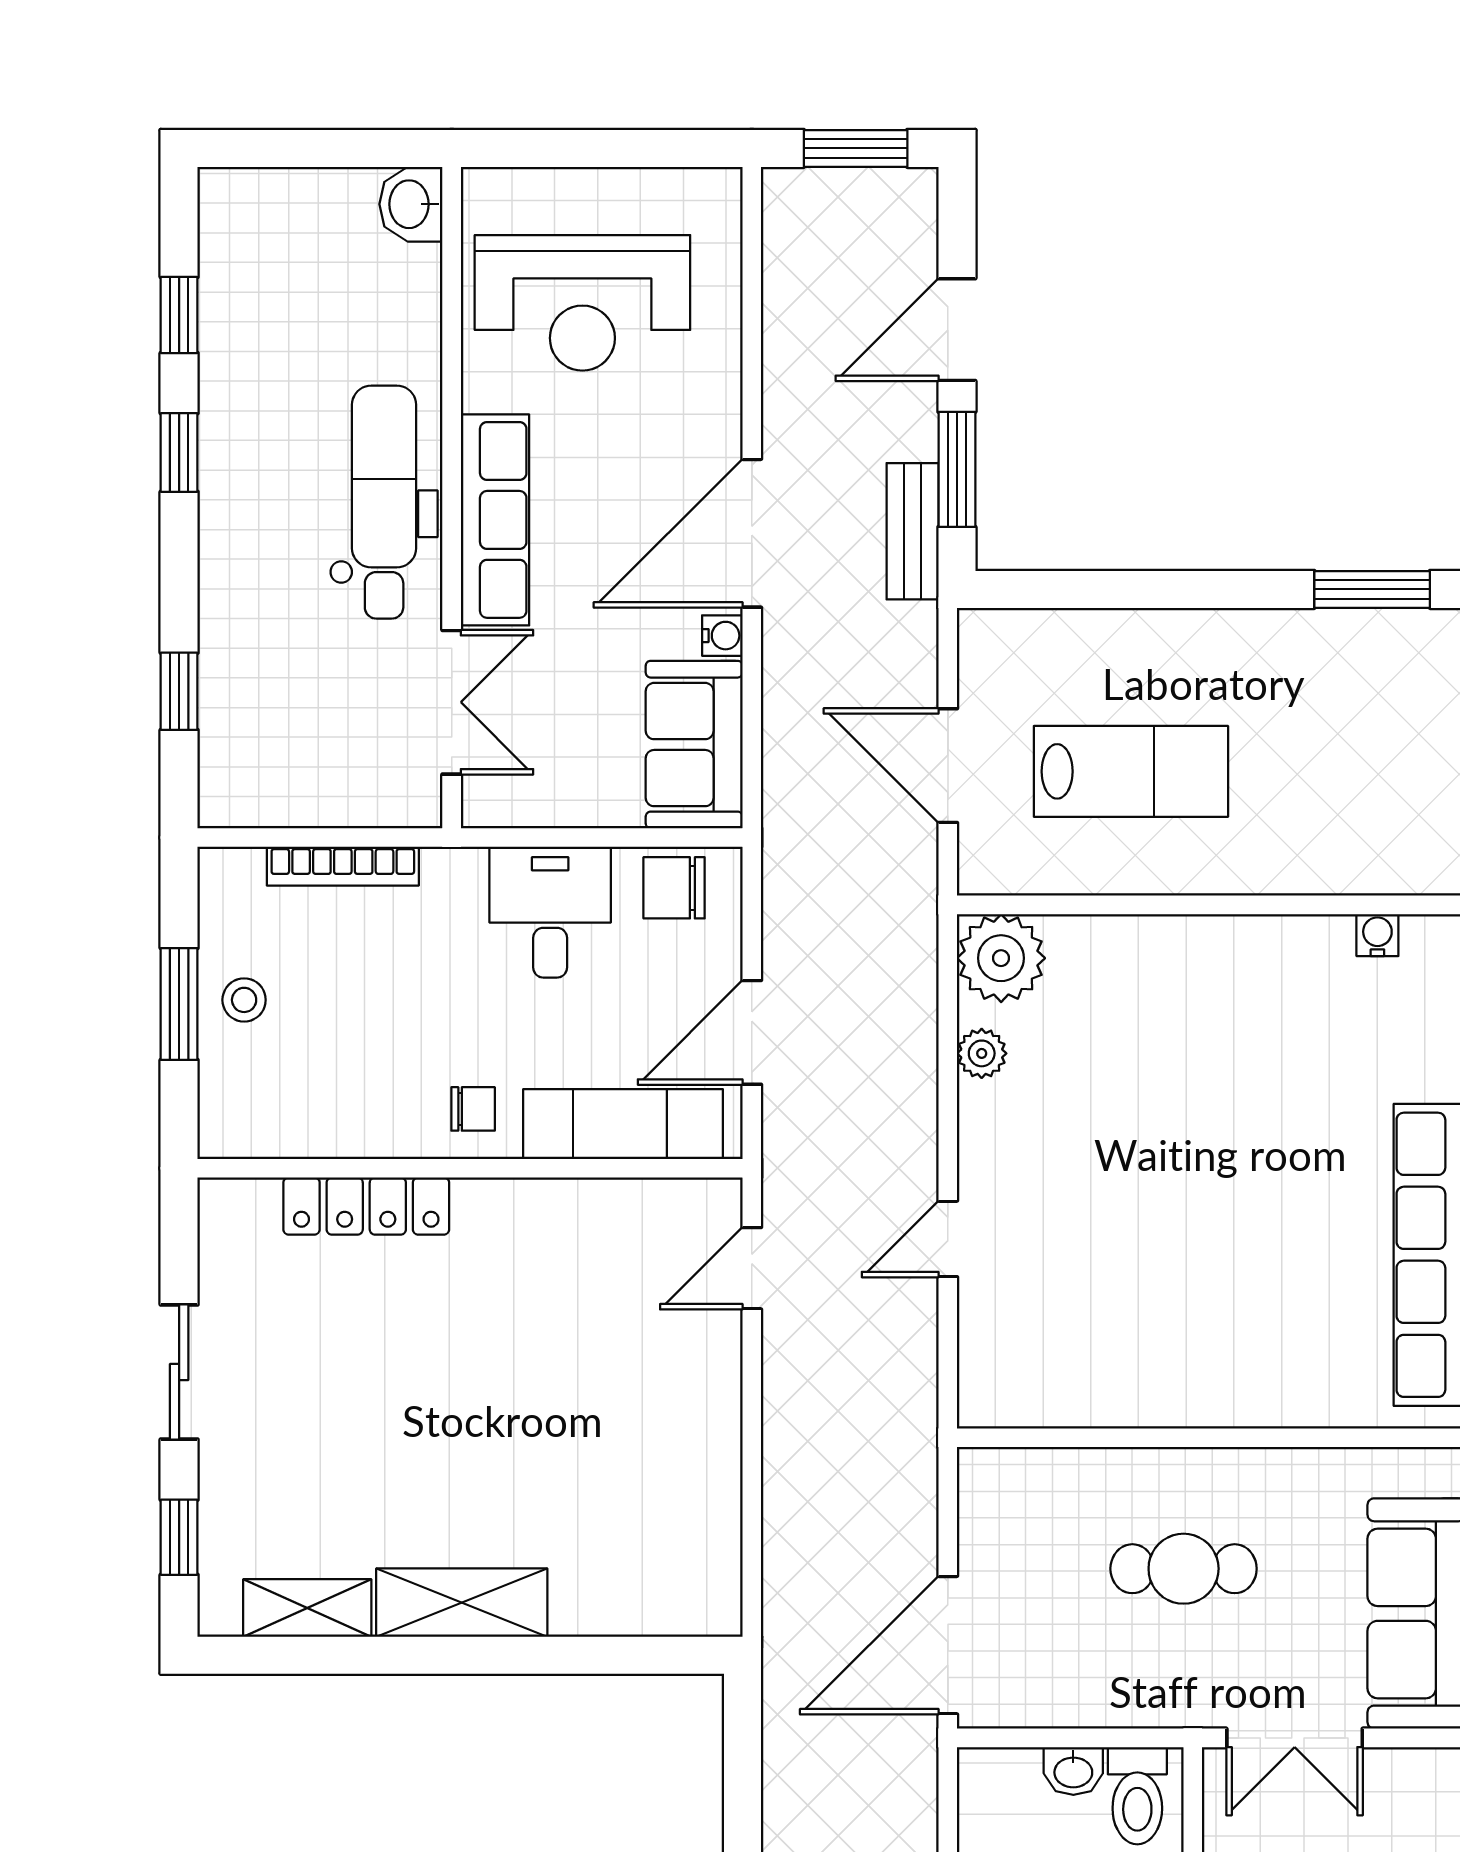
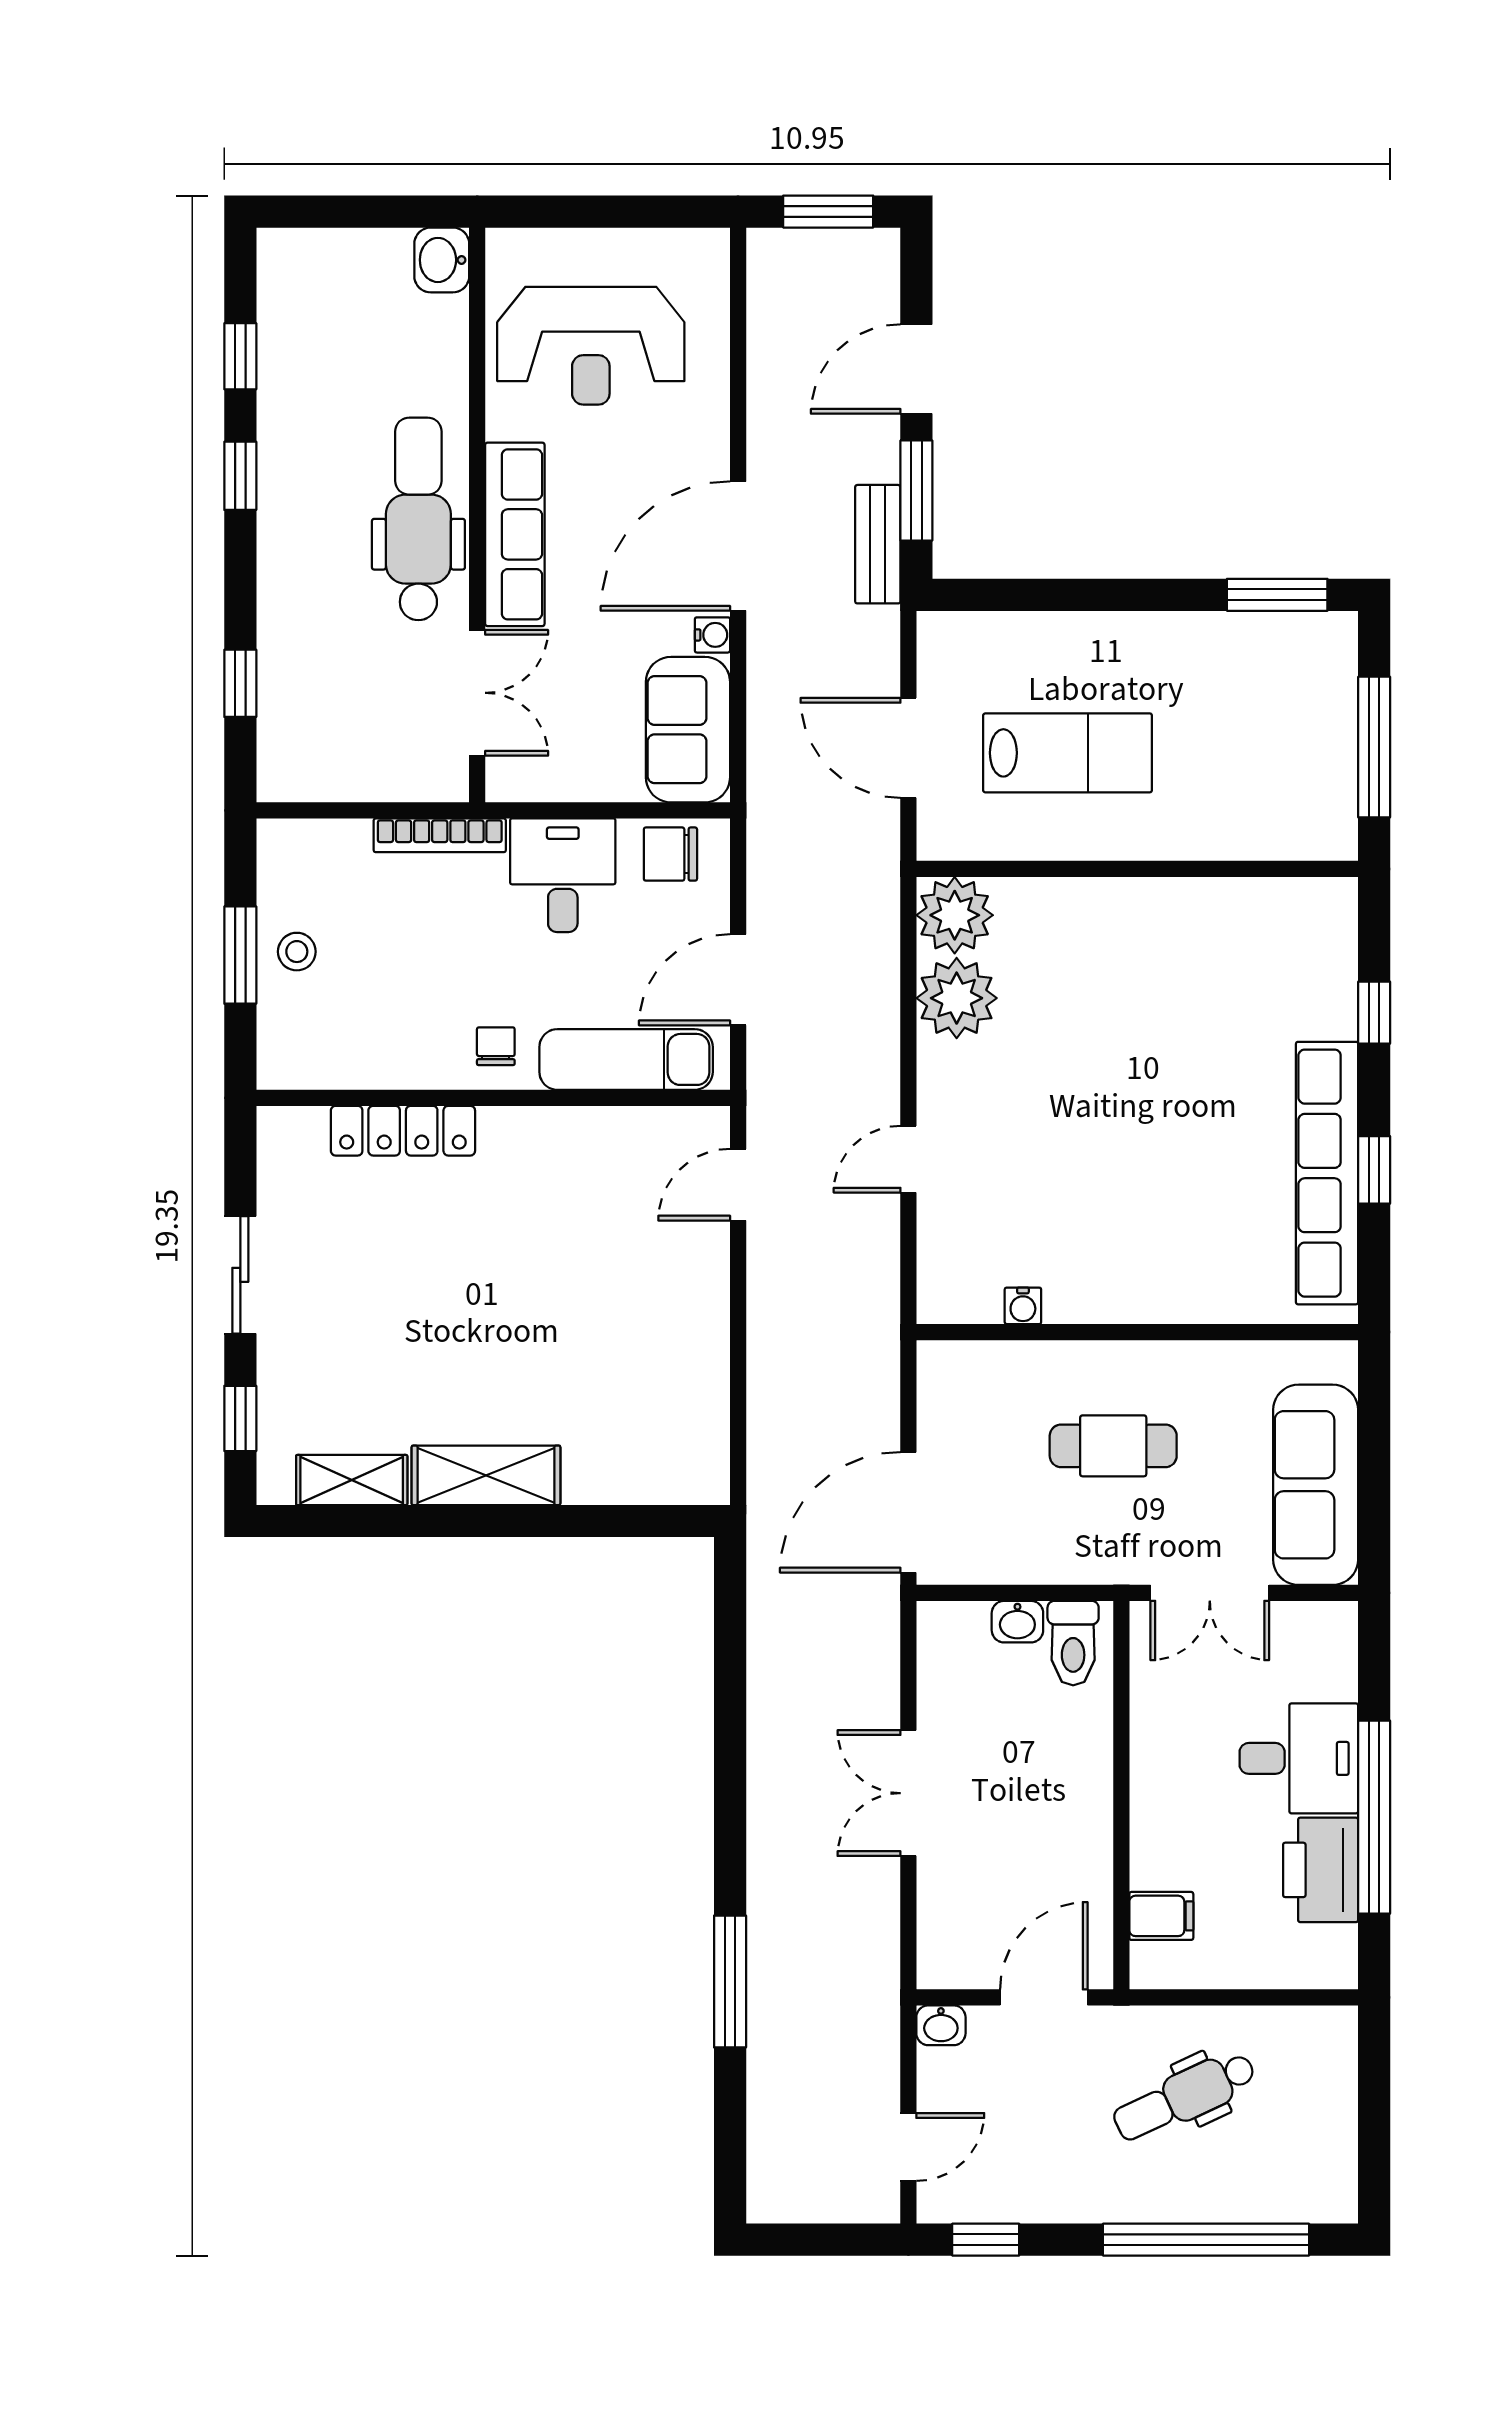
bookcase: (343, 866) -> (440, 835), moved
water cooler: (1377, 935) -> (1023, 1306), moved, turned 180
plant: (982, 1053) -> (957, 998), width x1.88, depth x1.88
chair: (473, 1109) -> (496, 1046), turned -90

